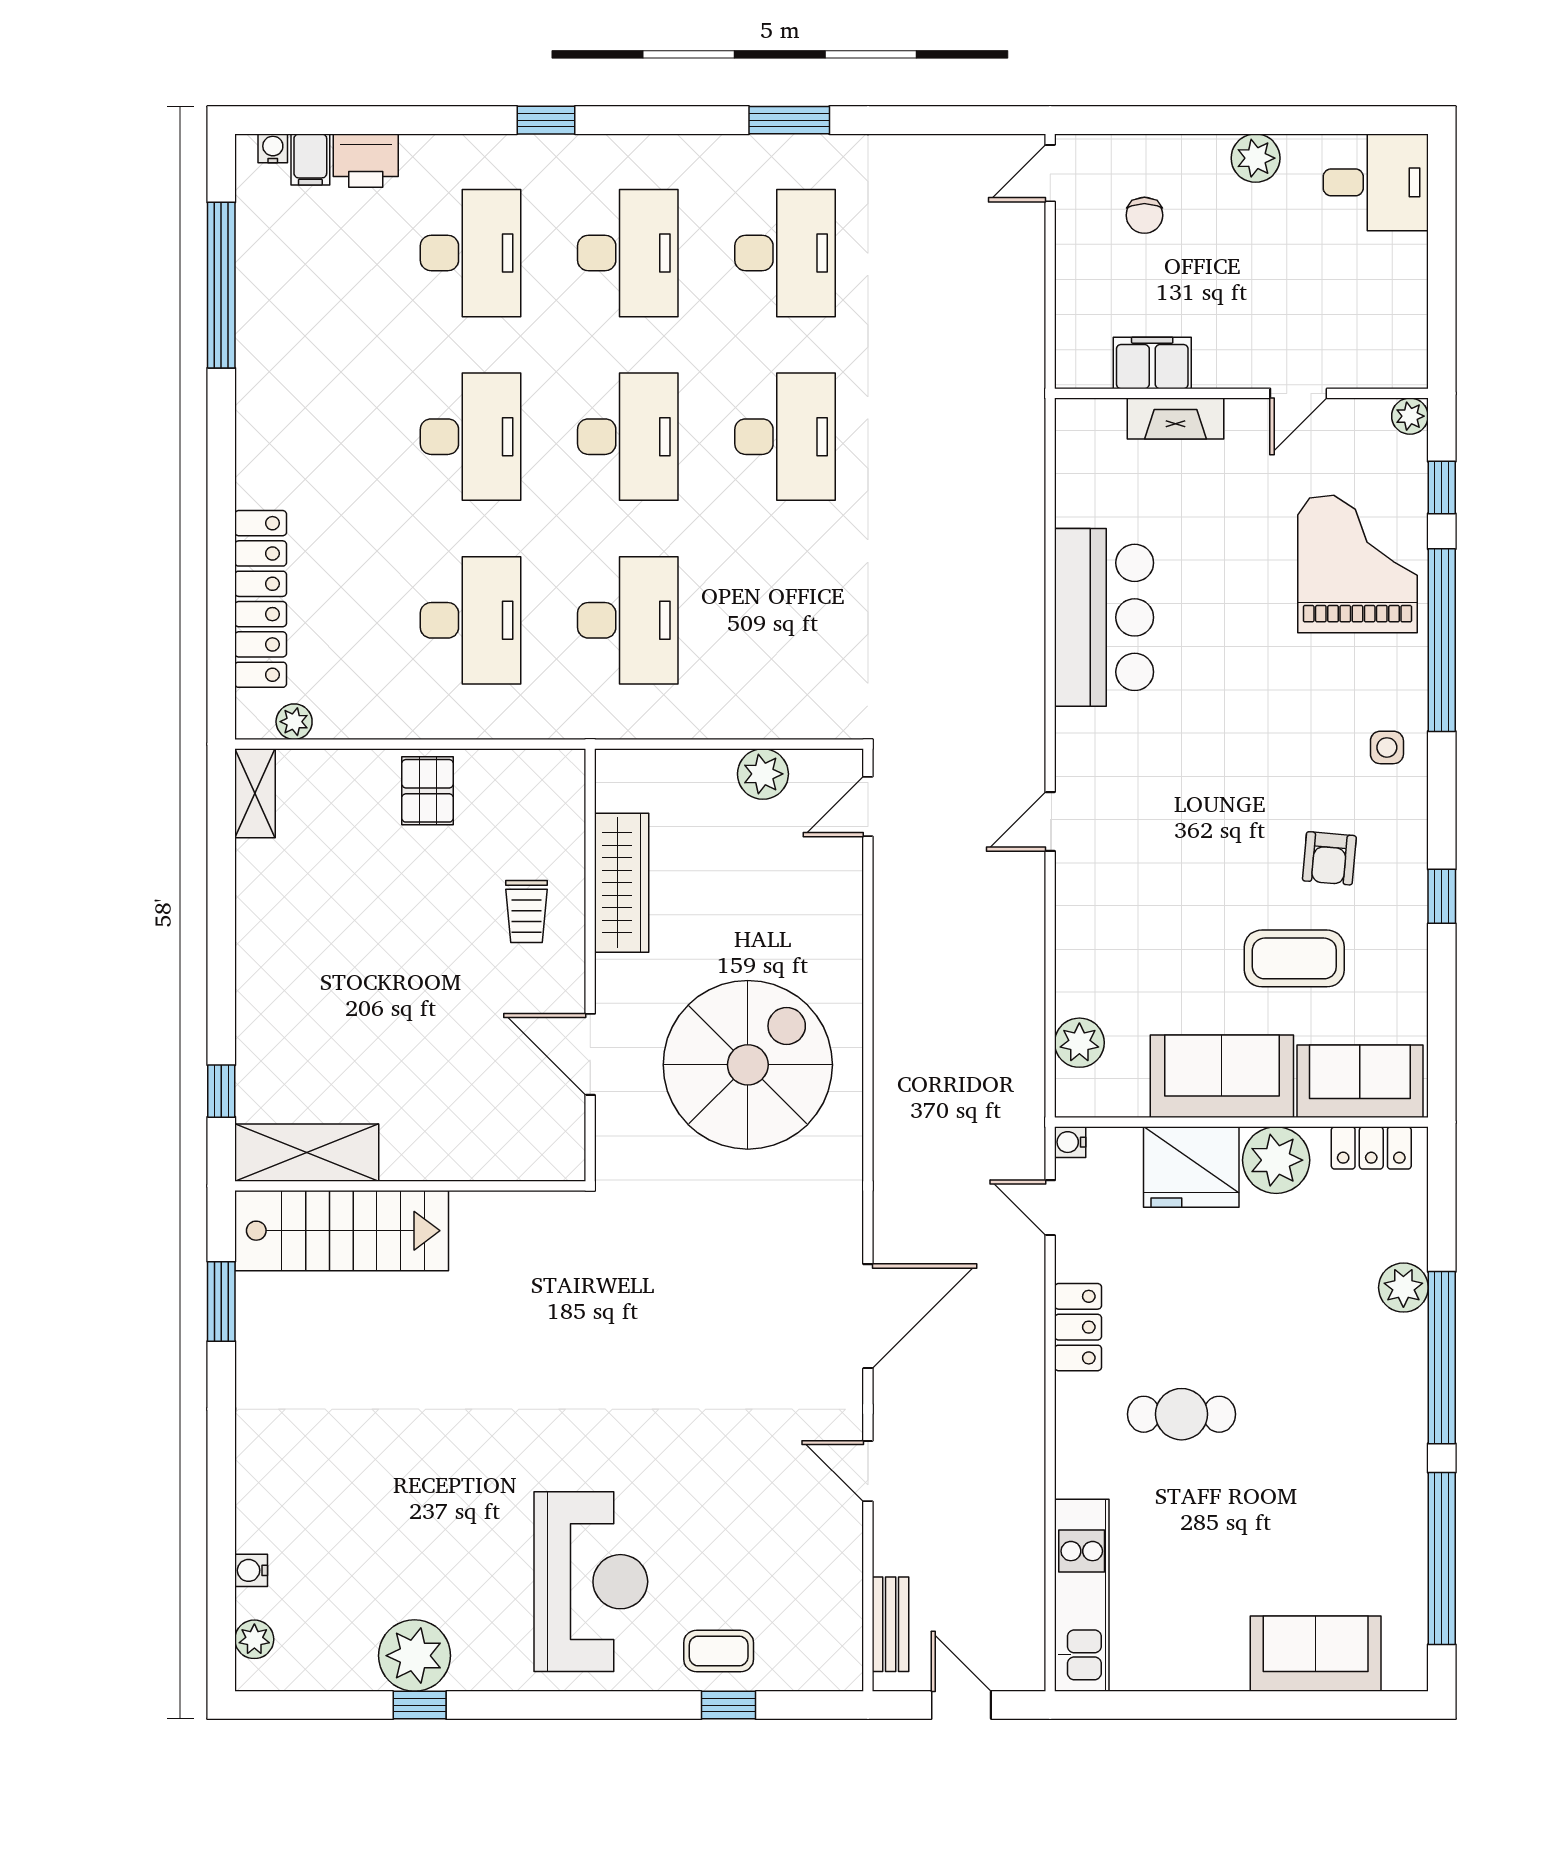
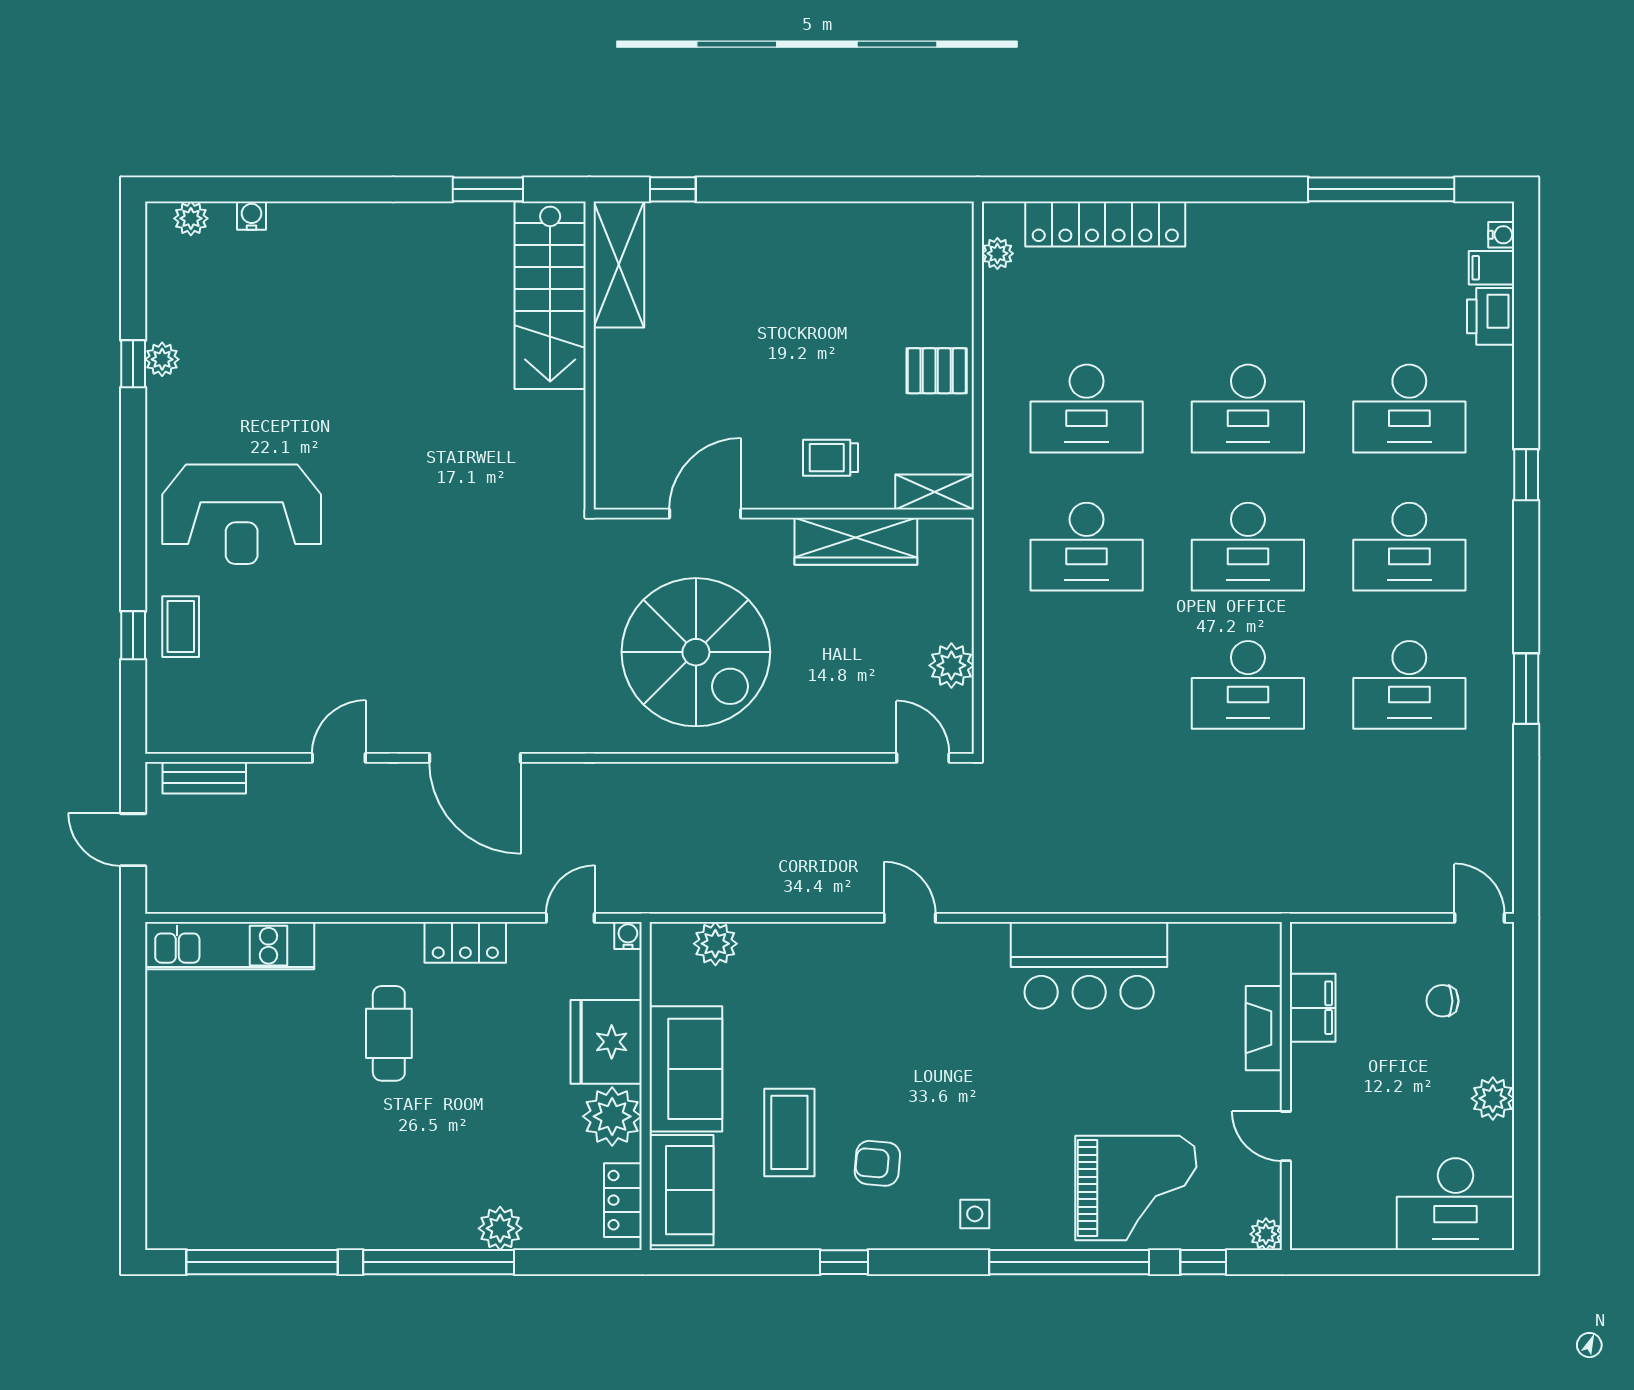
desk: (1376, 182) -> (1456, 1204), width x1.37
shelving: (255, 793) -> (935, 492), moved
sofa: (1316, 1654) -> (178, 1151), removed
plant: (414, 1656) -> (162, 359), width x0.53, depth x0.53
door: (961, 1705) -> (133, 840), swing flipped

